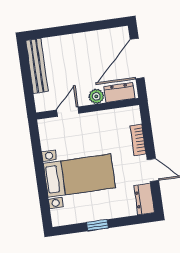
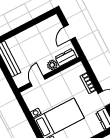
door: (137, 59) -> (69, 32), width x0.53

